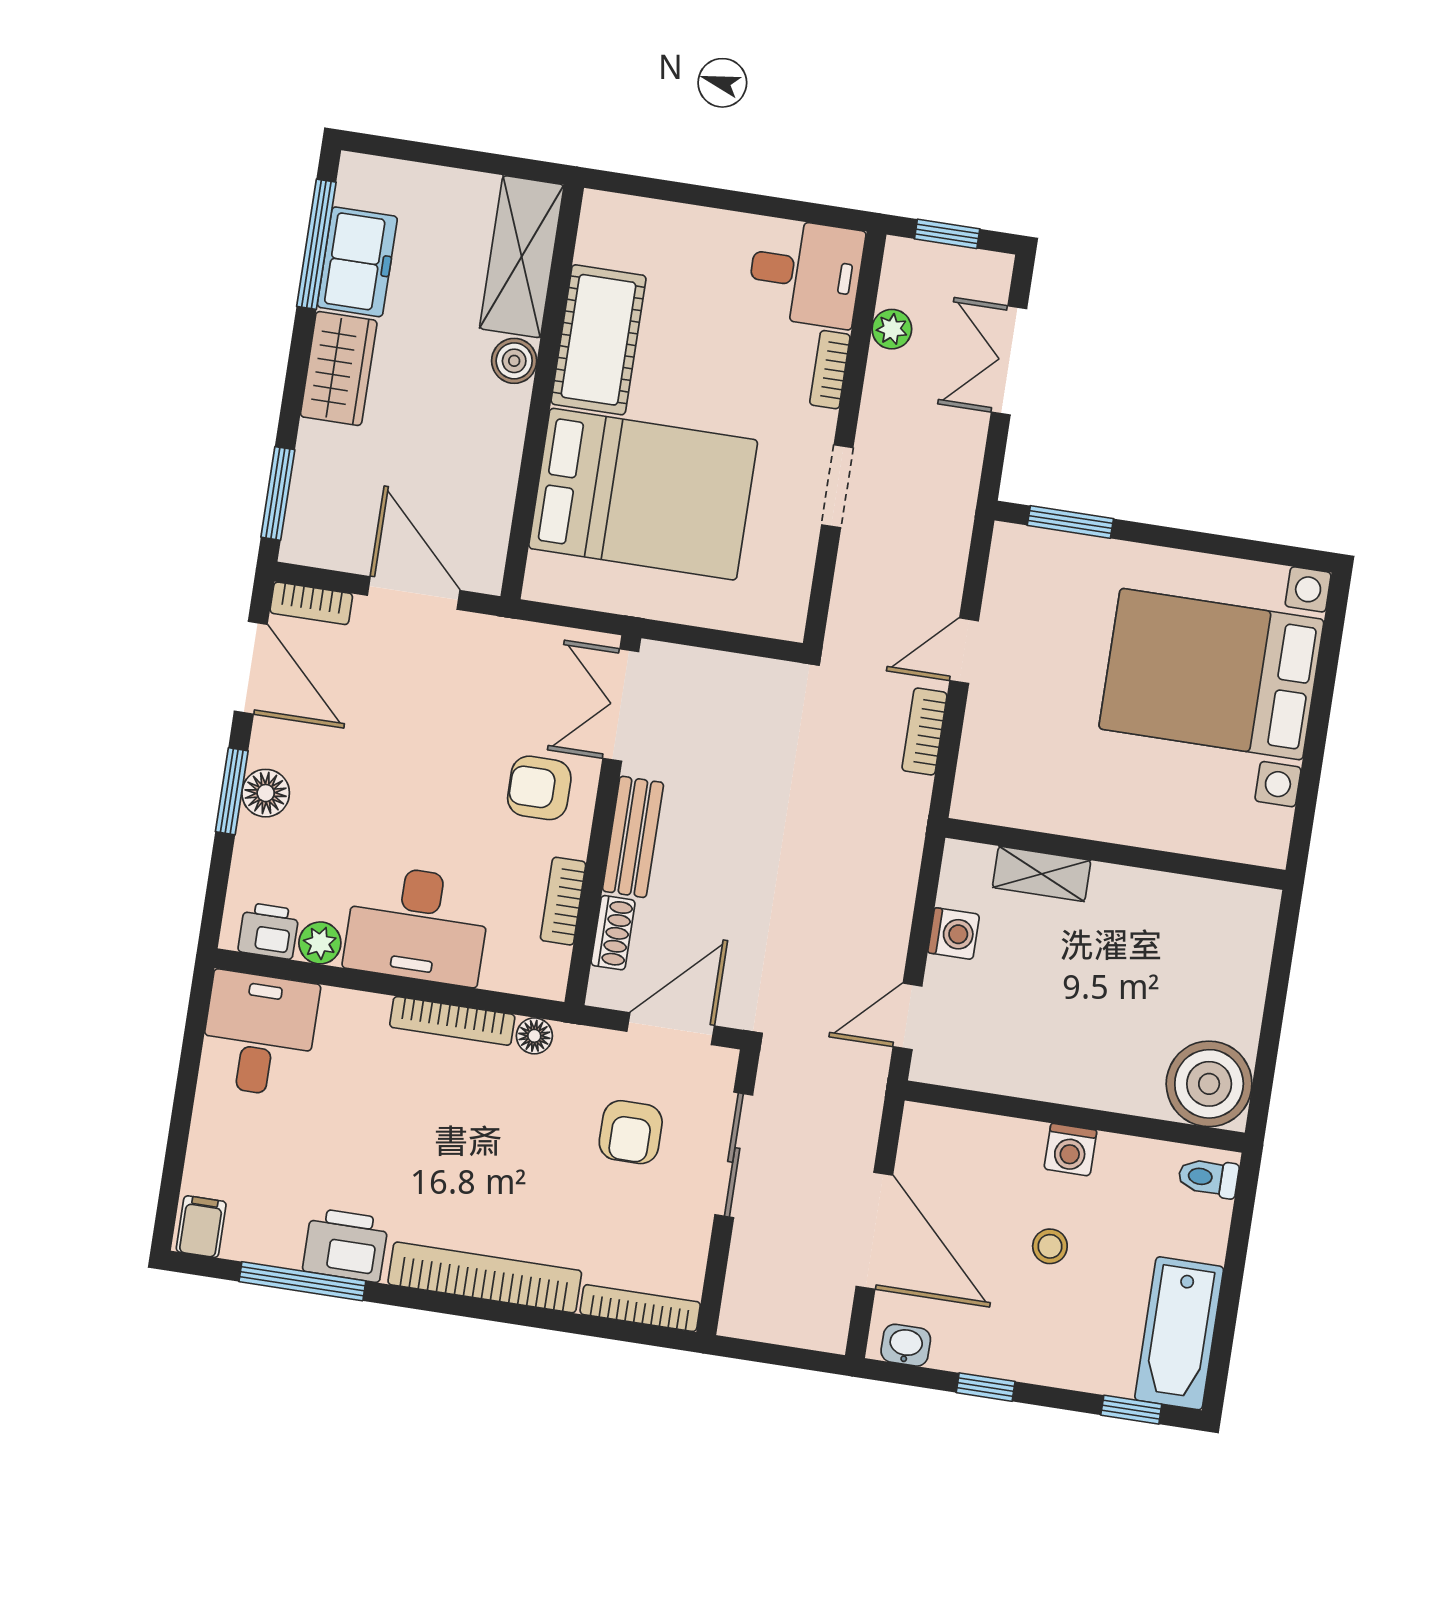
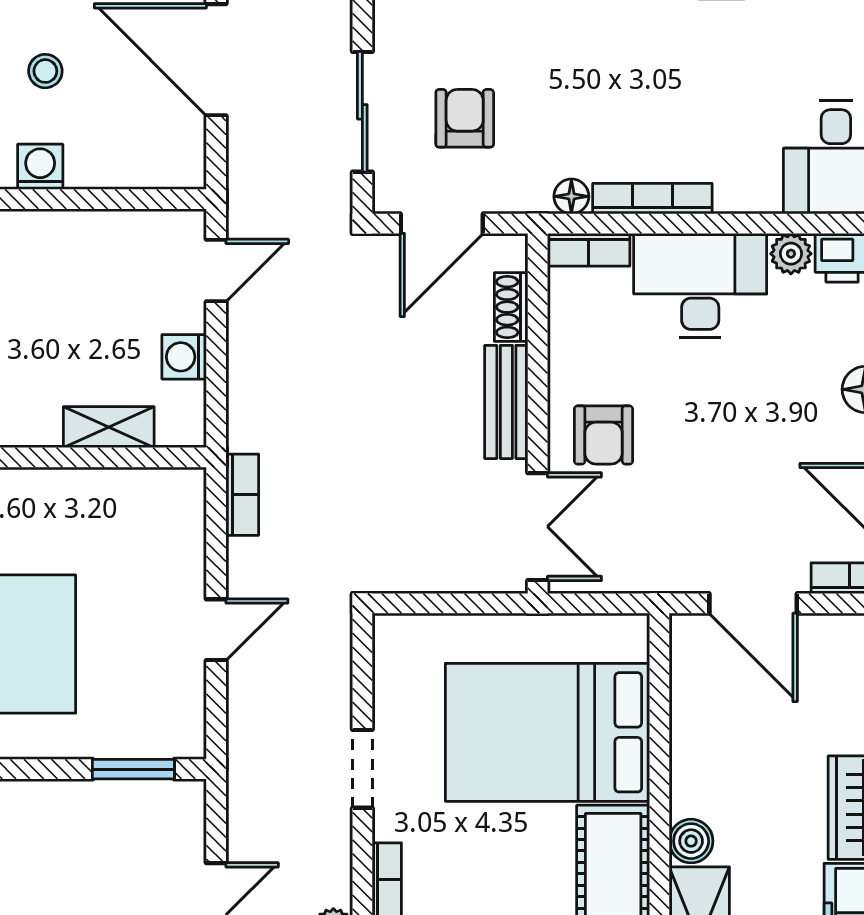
bookcase: (924, 732) -> (242, 495), moved
armchair: (539, 788) -> (604, 435), turned 90
bookcase: (563, 901) -> (589, 250), moved, turned 90

